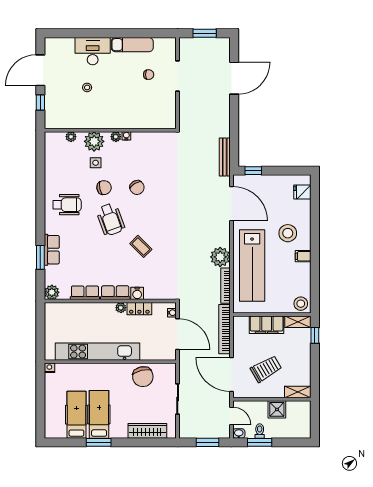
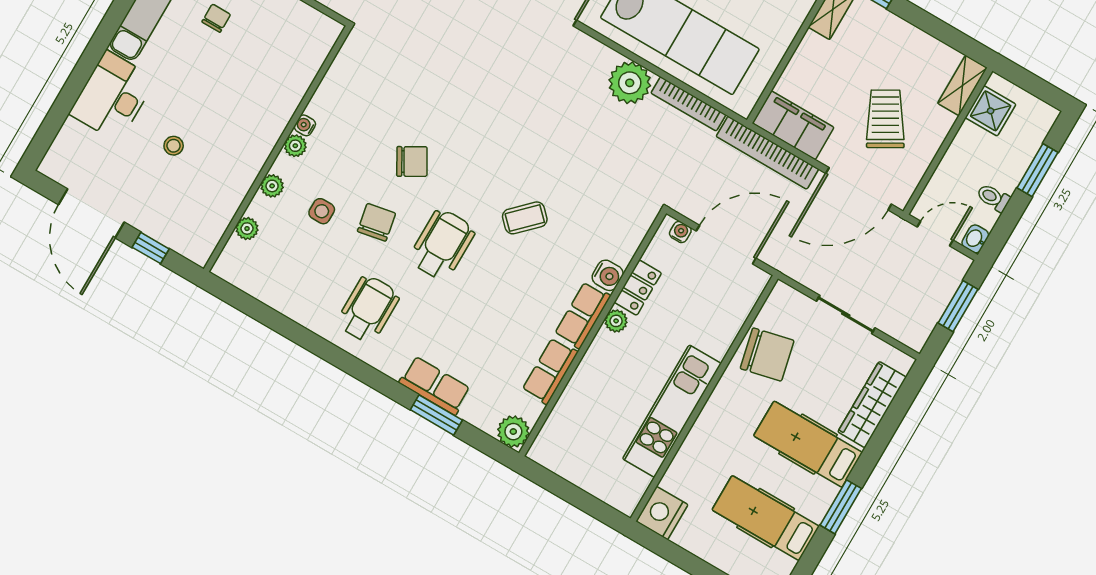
plant: (94, 141) -> (272, 186), width x0.53, depth x0.53
wheelchair: (111, 219) -> (442, 245), turned -70
filing cabinet: (267, 325) -> (793, 125), moved, turned -90
kitchen unit: (97, 352) -> (672, 411), width x0.73
nightstand: (49, 368) -> (662, 513), width x1.89, depth x1.79
shower: (277, 409) -> (991, 111), moved
hospital bed: (99, 414) -> (808, 444), moved
window: (260, 442) -> (1038, 170), moved

